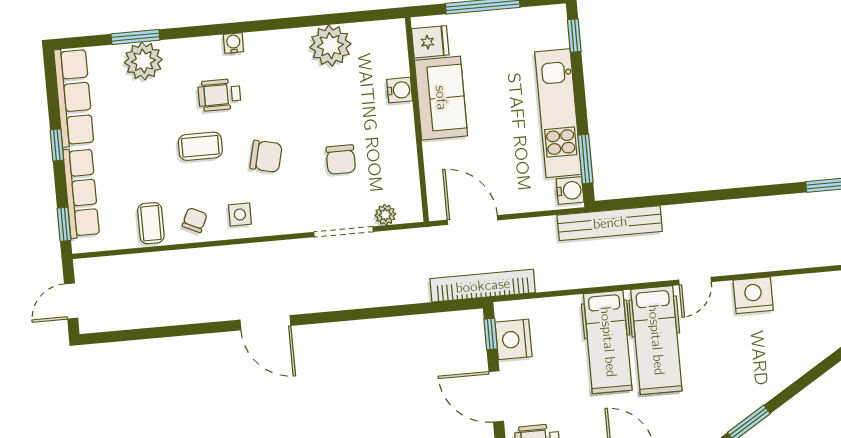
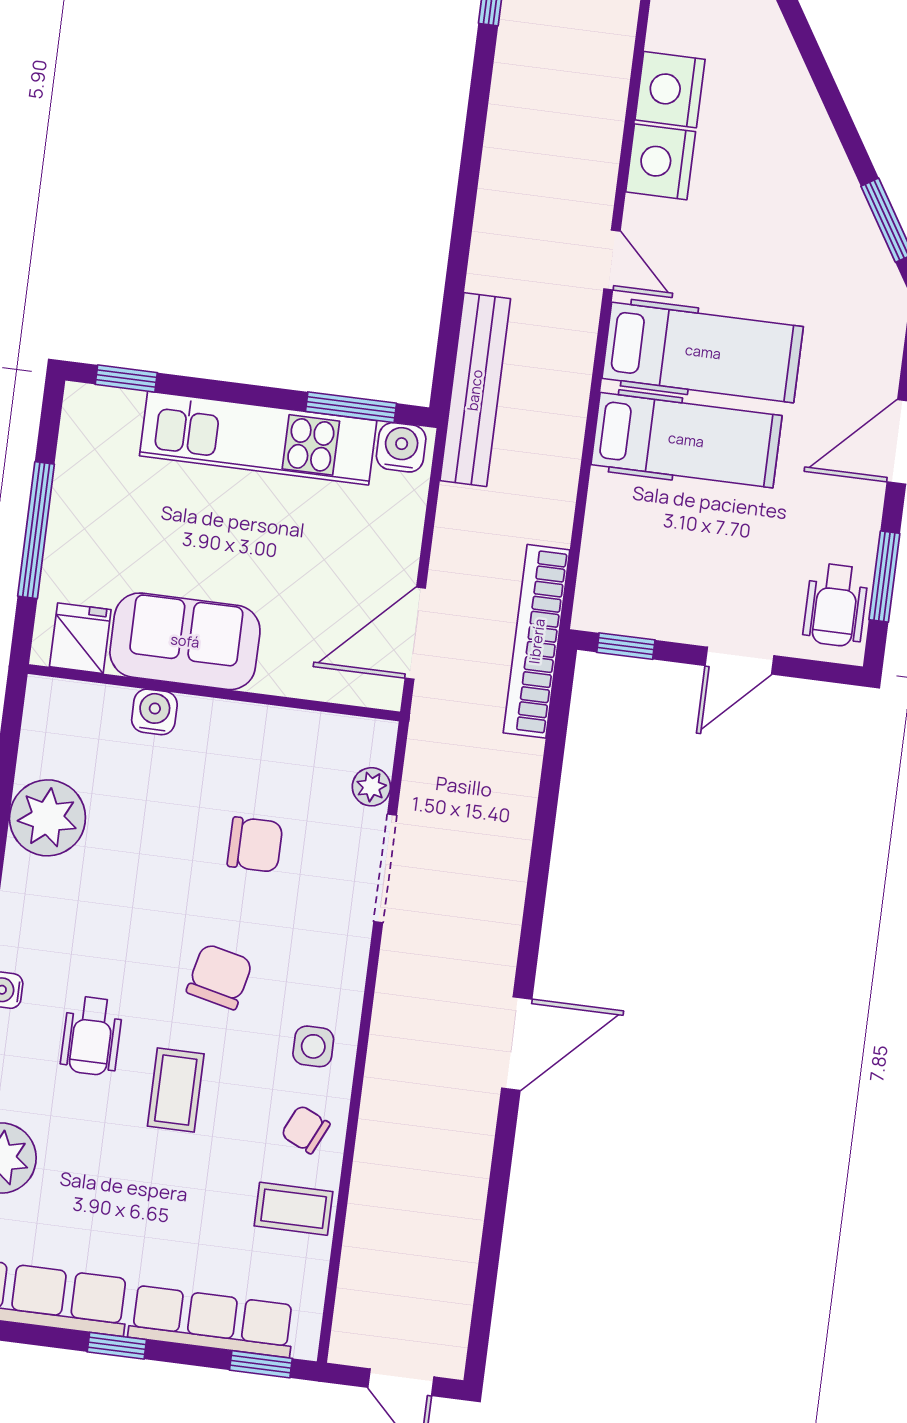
nightstand: (513, 339) -> (670, 90), moved, turned 90
door: (496, 396) -> (740, 661), width x0.73

